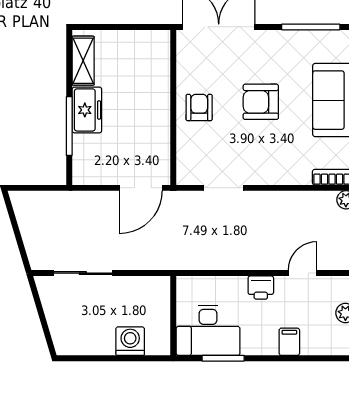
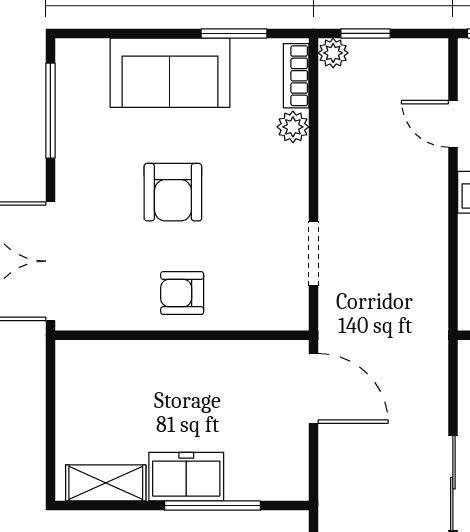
plant: (301, 175) -> (293, 127), added

